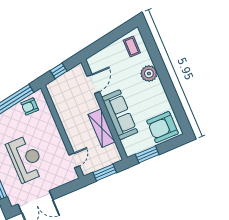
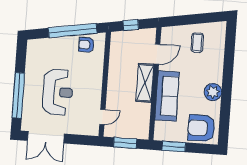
coffee table: (132, 47) -> (197, 43), moved
plant: (149, 74) -> (213, 92), moved
shelving: (102, 128) -> (145, 83), moved

